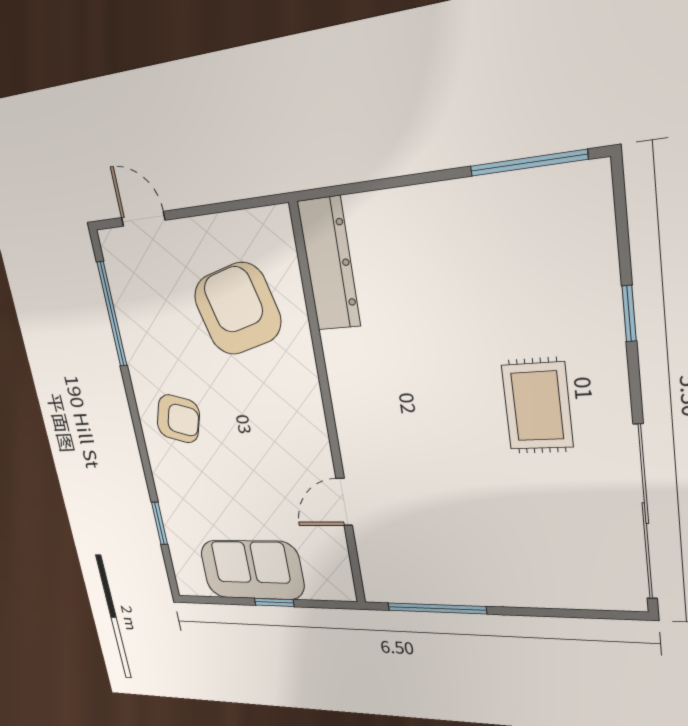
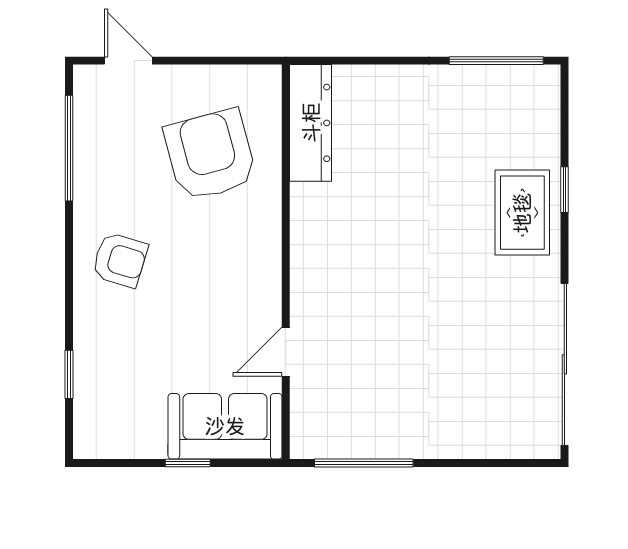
rug: (537, 406) -> (522, 213), moved
sofa: (252, 570) -> (225, 426), moved

